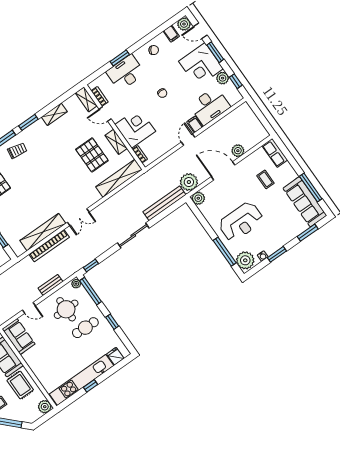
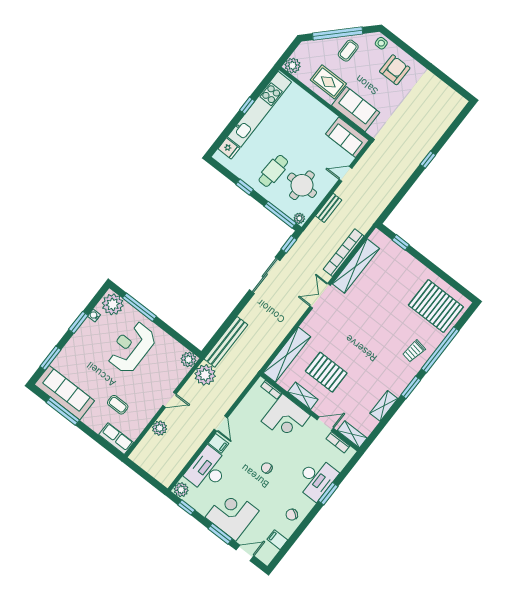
plant: (184, 24) -> (266, 555), removed
plant: (223, 78) -> (181, 490), moved
door: (223, 171) -> (170, 400), width x0.53
sliding door: (133, 236) -> (265, 275), moved

